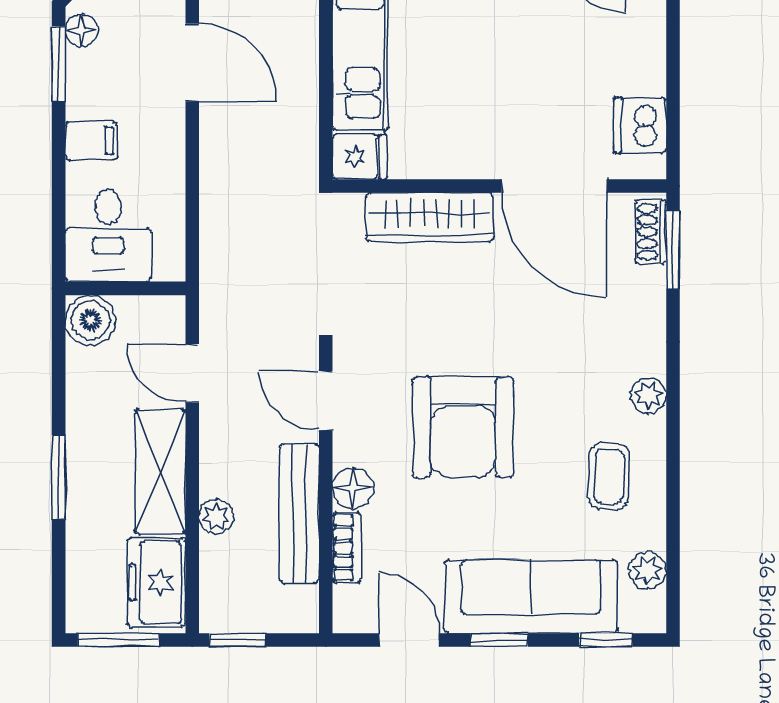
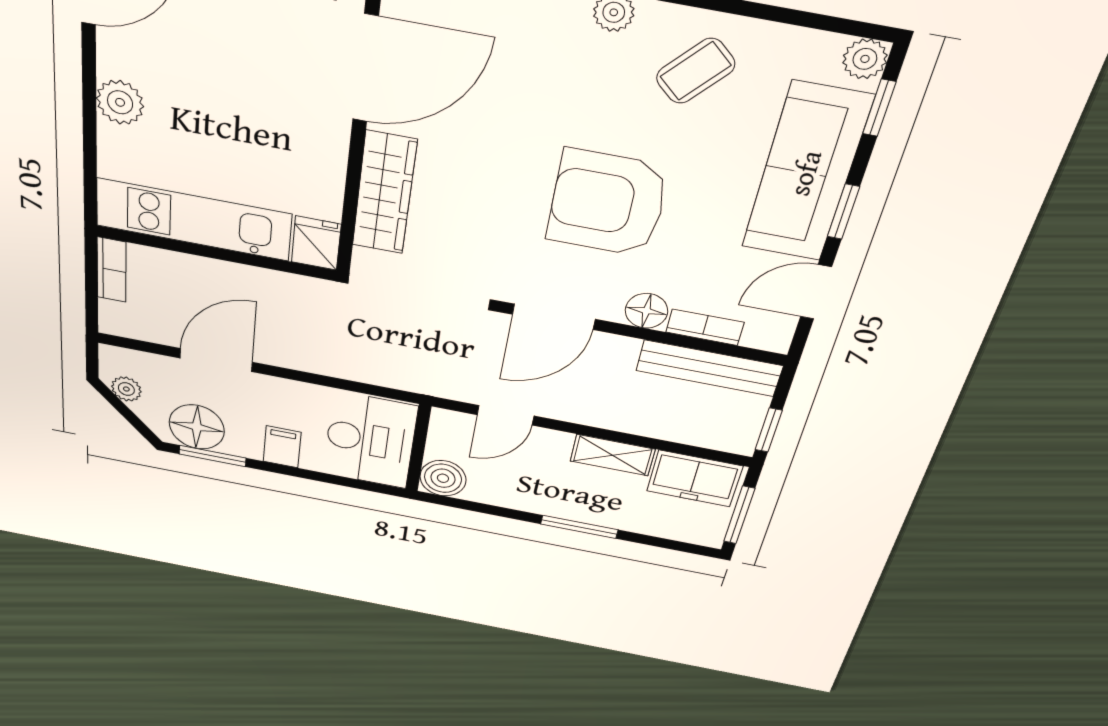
floor lamp: (82, 30) -> (197, 427), width x1.89, depth x1.89
desk: (108, 235) -> (370, 440), width x1.37
door: (326, 401) -> (554, 317), width x1.38
armchair: (463, 427) -> (607, 203), turned 180
shelving: (160, 472) -> (613, 455), width x0.67, depth x0.75
coffee table: (609, 476) -> (696, 71), turned -50
bench: (299, 514) -> (709, 368), moved
plant: (216, 517) -> (645, 423), removed
plant: (648, 570) -> (865, 59), moved

